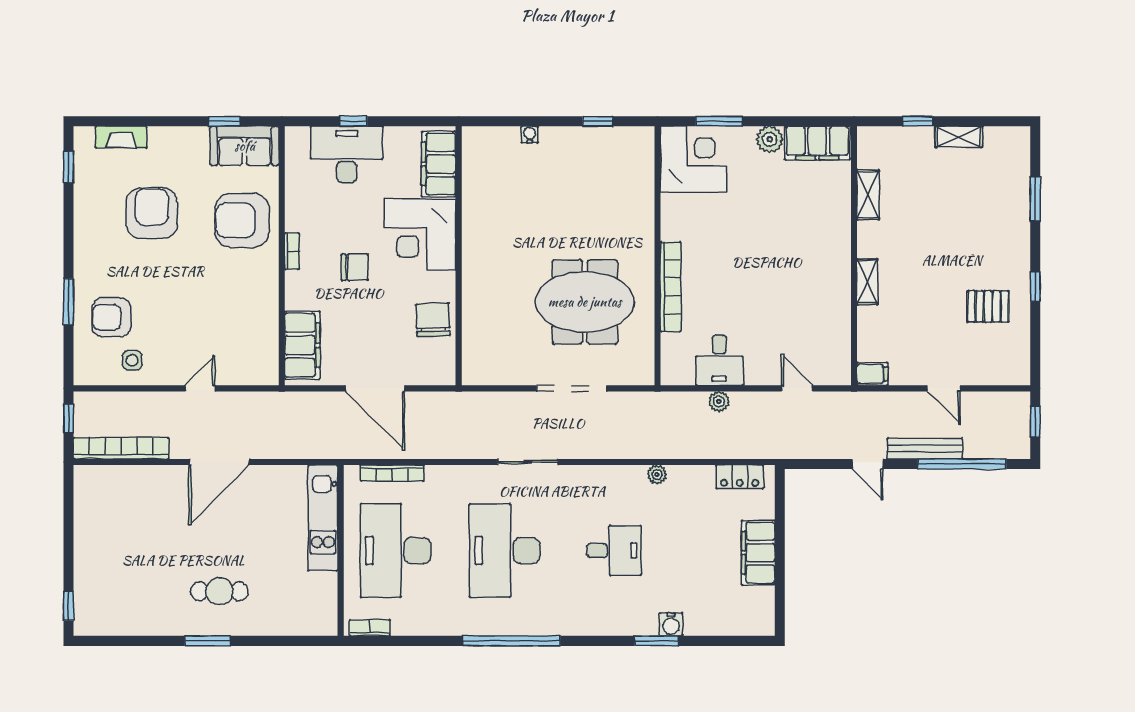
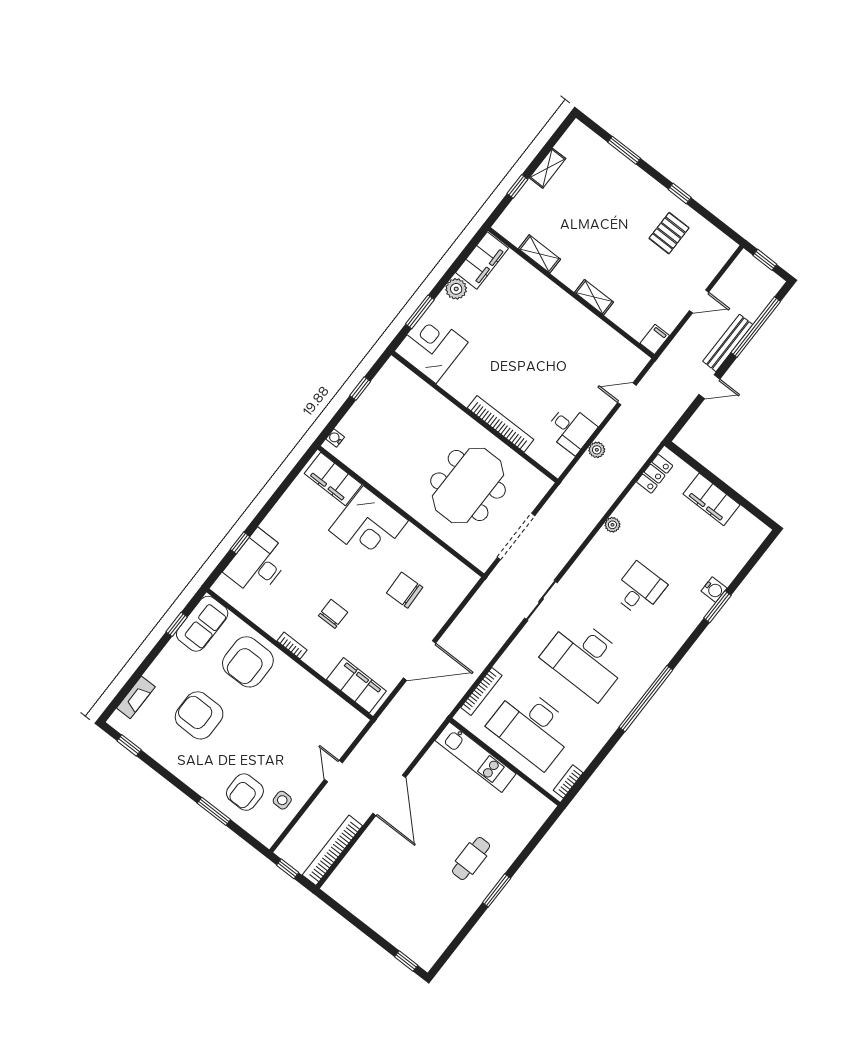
filing cabinet: (439, 164) -> (333, 479), moved
corner desk: (420, 234) -> (368, 525), moved
wall: (459, 256) -> (401, 512), moved

